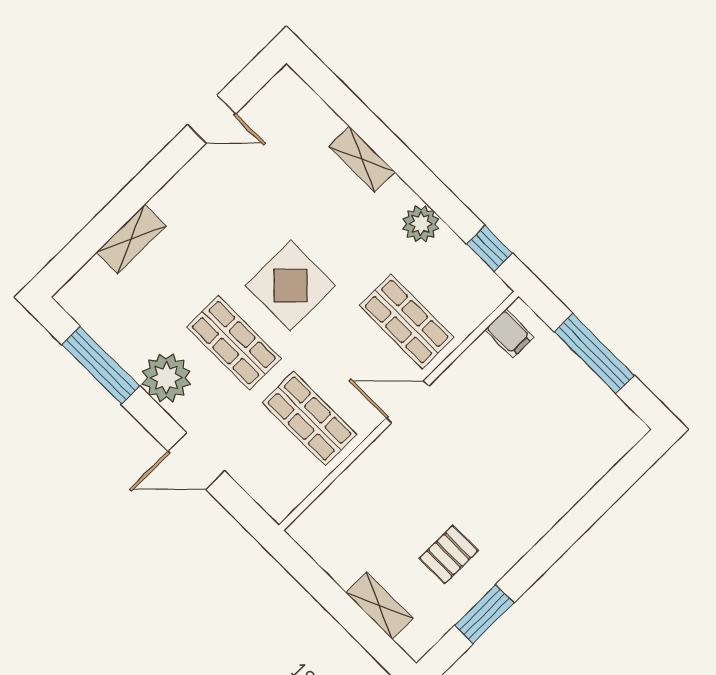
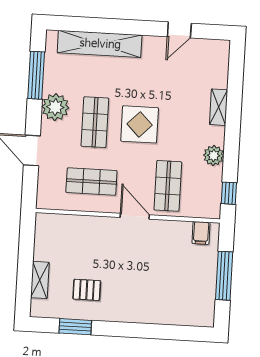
door: (212, 119) -> (179, 30), hinge flipped
shelving: (131, 239) -> (100, 44), width x2.20, depth x1.33
shop shelf: (309, 418) -> (91, 182), turned 90

